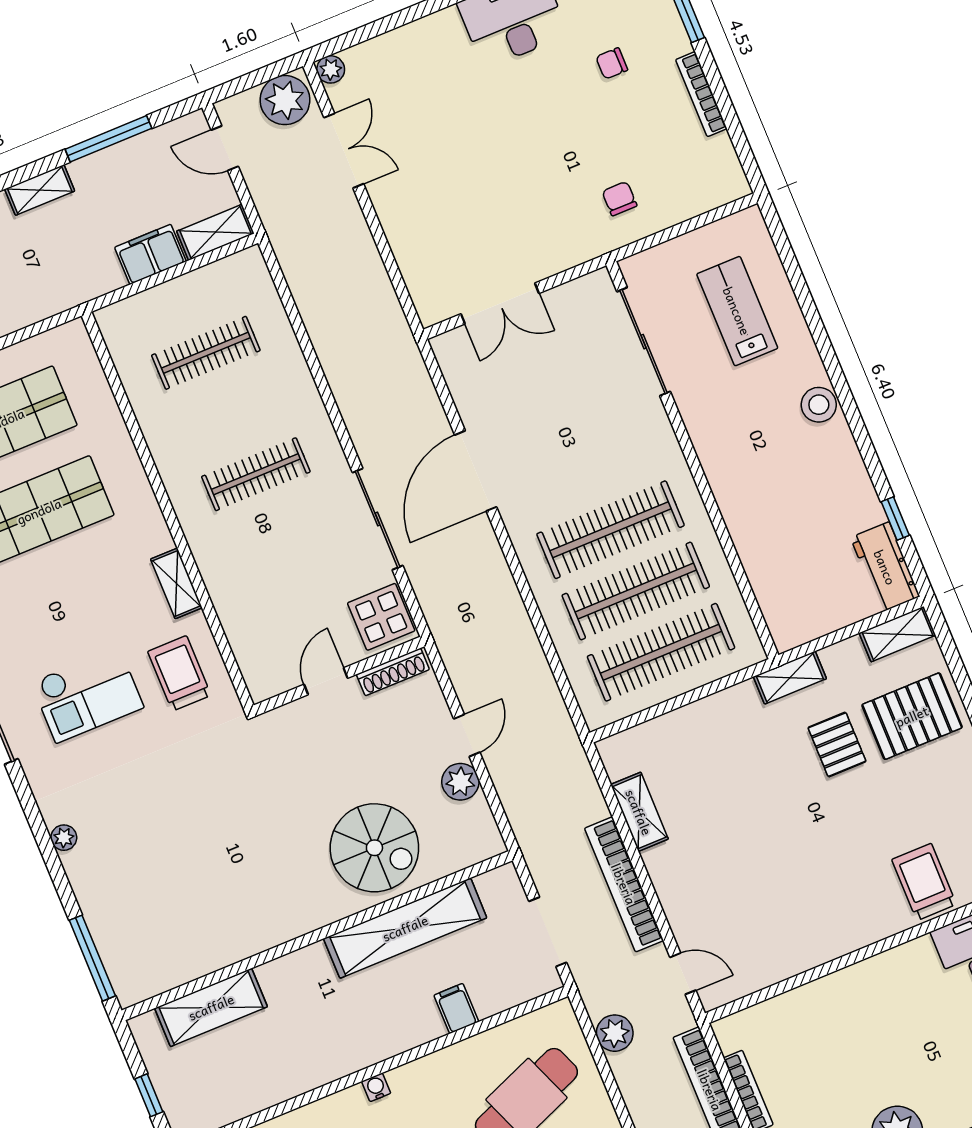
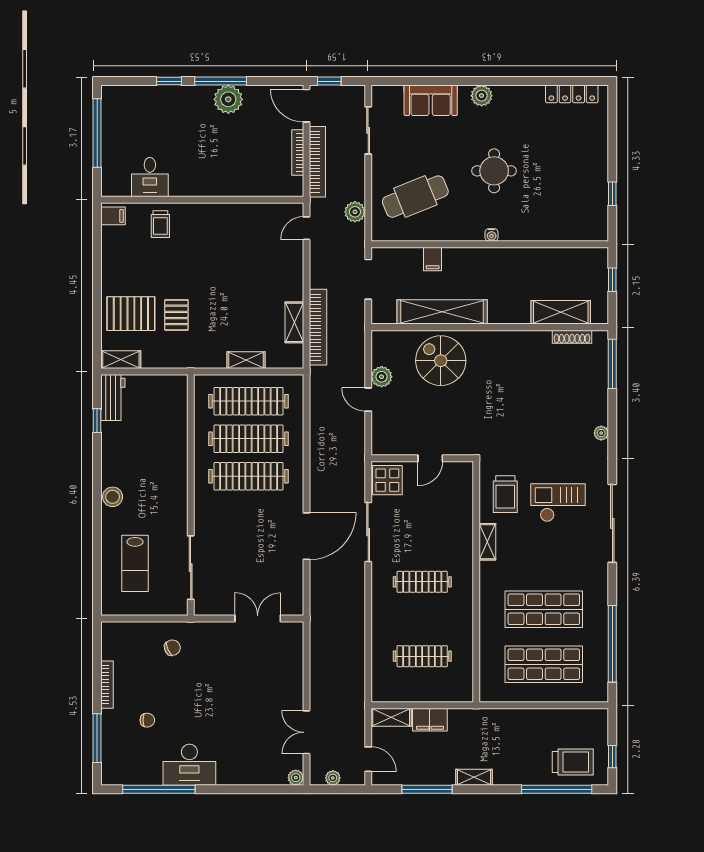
plant: (285, 100) -> (333, 778), width x0.53, depth x0.53
chair: (619, 199) -> (172, 648), turned -114
shoe rack: (393, 672) -> (572, 337), moved, turned 180
shelving: (790, 678) -> (246, 360), moved
door: (467, 735) -> (368, 400), hinge flipped
trolley: (924, 882) -> (160, 224), width x0.73, depth x0.72
bookcase: (624, 884) -> (318, 327), moved
door: (683, 974) -> (306, 228), hinge flipped

